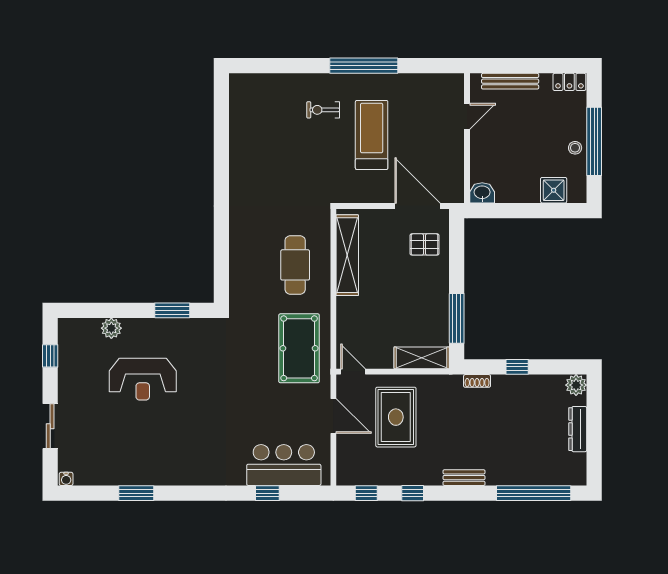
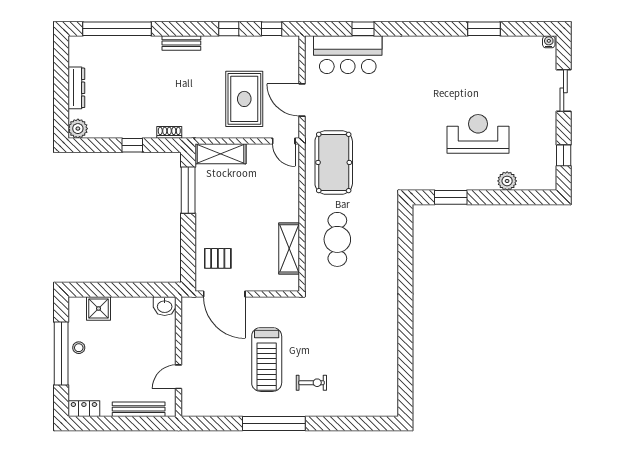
shelving: (347, 255) -> (289, 248), width x0.68

